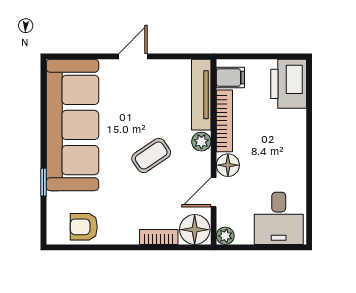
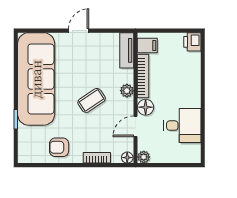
printer: (289, 84) -> (192, 42), width x0.53, depth x0.68
tv unit: (201, 95) -> (127, 50), width x0.71
desk: (279, 218) -> (182, 126), moved, turned -90
armchair: (84, 227) -> (59, 147), moved
floor lamp: (195, 230) -> (127, 158), width x0.53, depth x0.53

